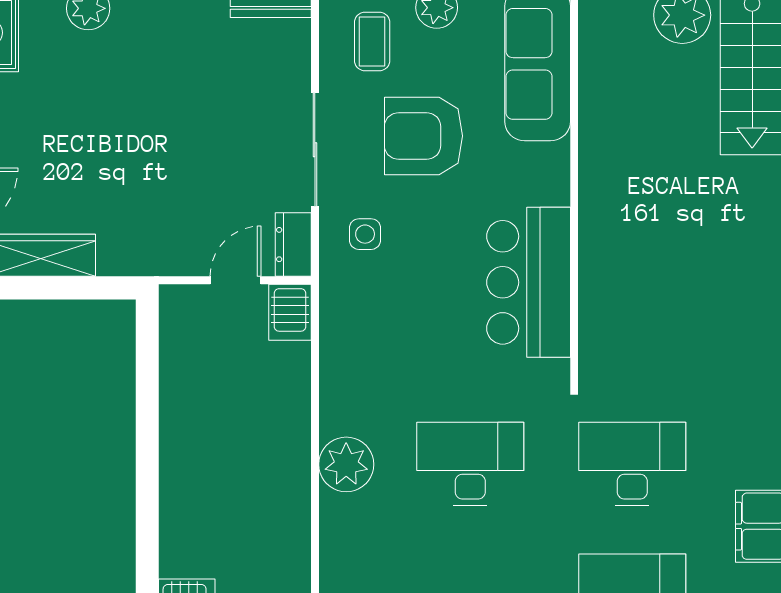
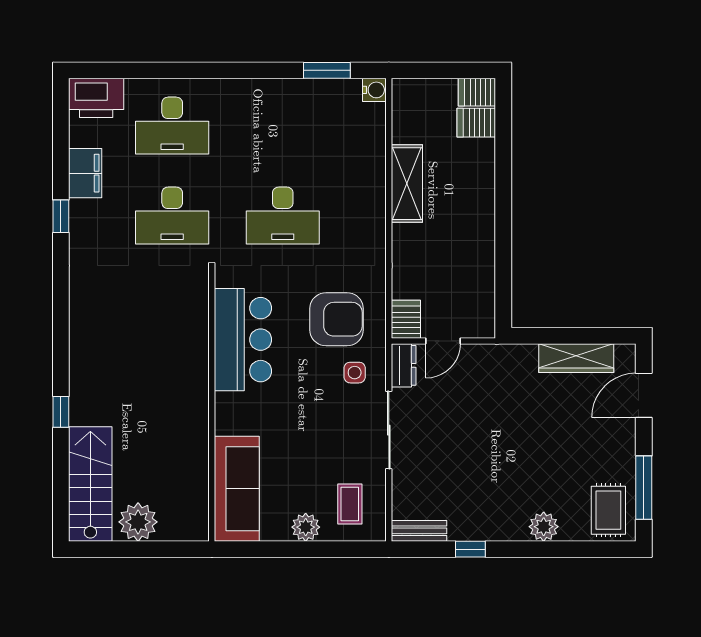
armchair: (423, 136) -> (337, 319), moved
plant: (346, 464) -> (367, 215), removed
shelving: (288, 511) -> (407, 184), added

